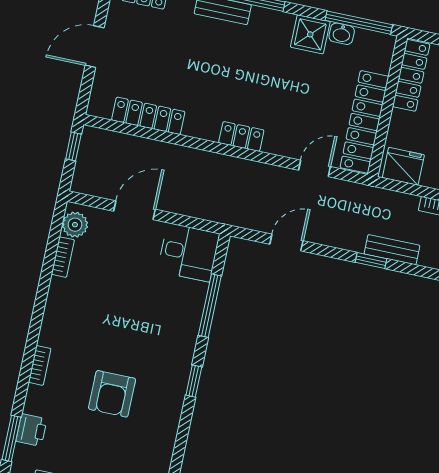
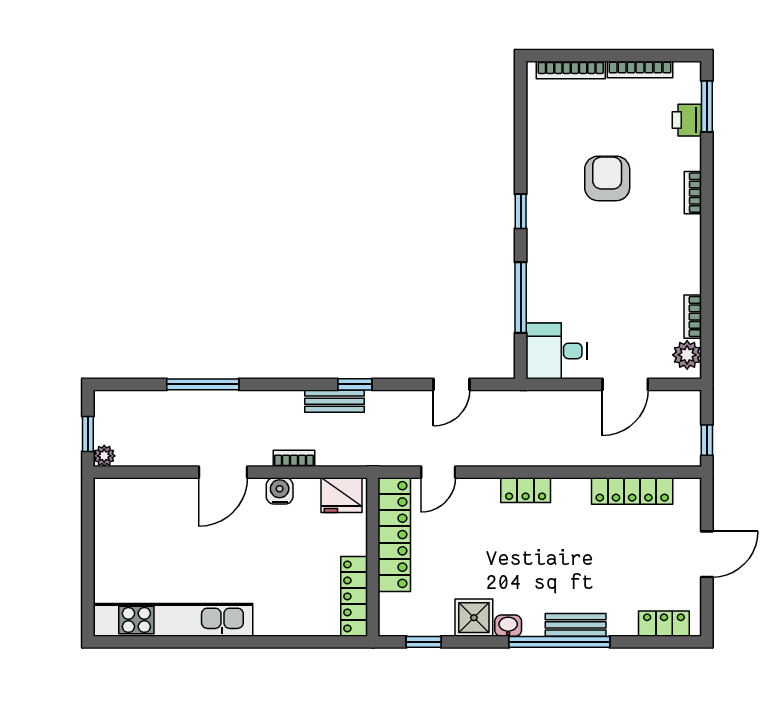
window: (359, 23) -> (424, 642), width x0.46
washbasin: (342, 34) -> (508, 626), moved

